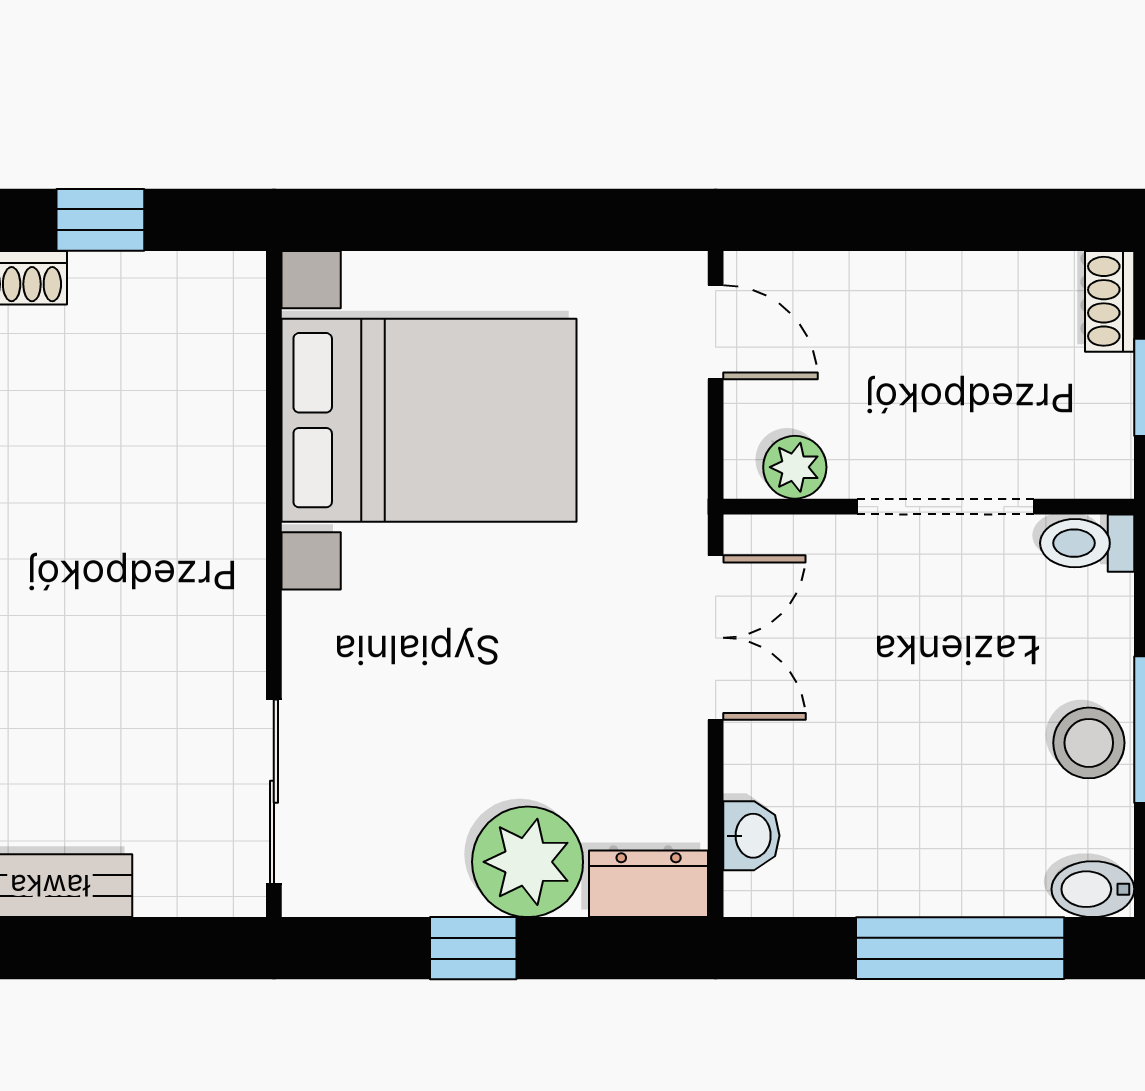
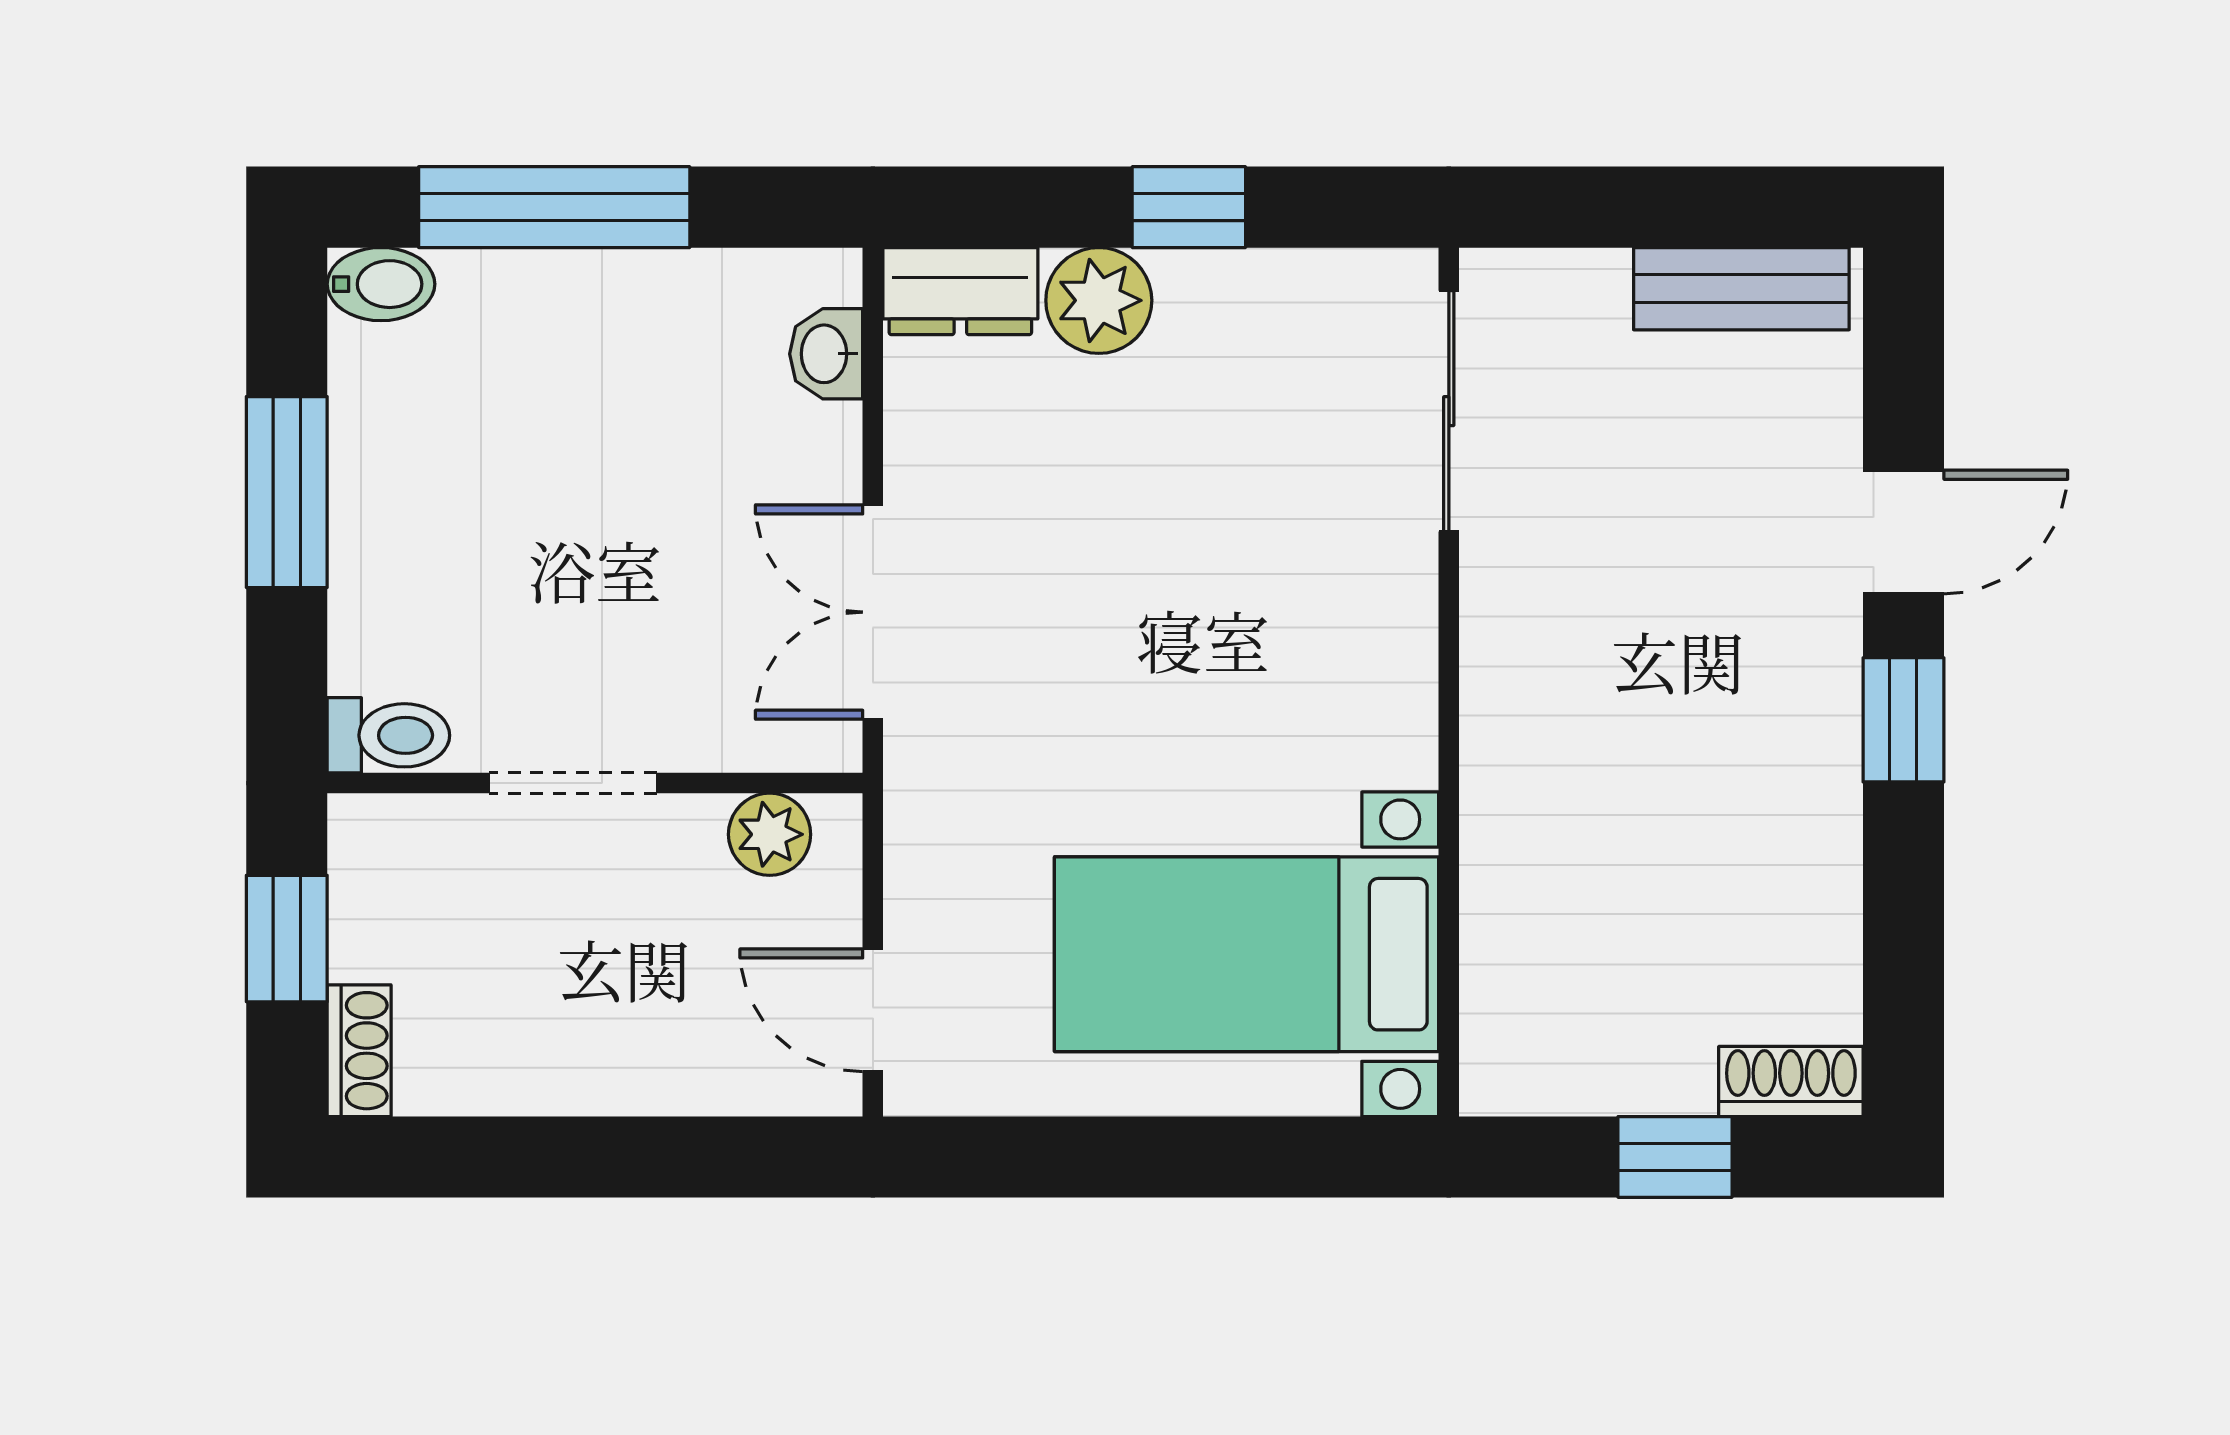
bed with nightstands: (429, 420) -> (1247, 954), width x0.73
doorway: (946, 507) -> (573, 783), width x0.73
stool: (1089, 743) -> (386, 475), removed
plant: (528, 862) -> (1099, 300), width x0.73, depth x0.73

